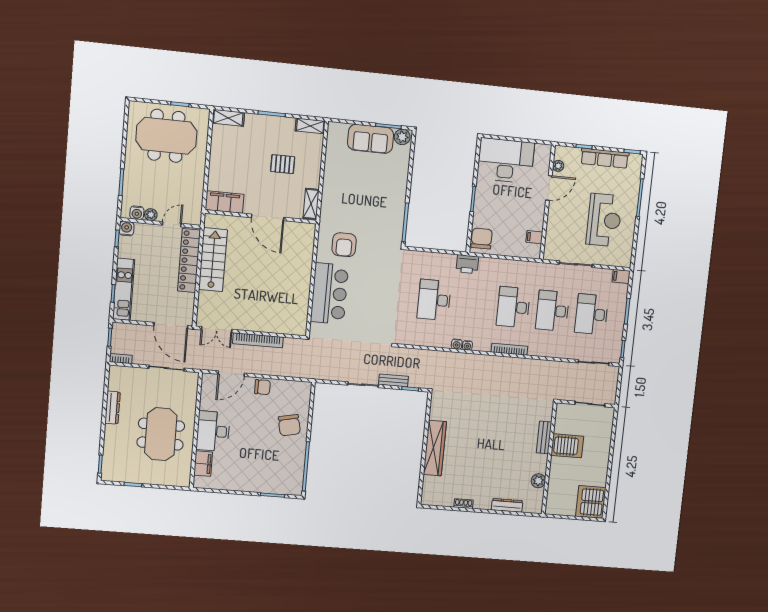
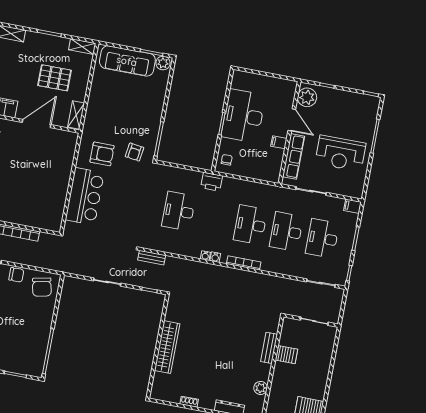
sofa: (371, 139) -> (127, 61), width x1.36
row of seats: (605, 158) -> (294, 156), moved, turned -90
desk: (506, 161) -> (243, 116), moved, turned -90
pallet: (283, 164) -> (55, 78), width x1.50, depth x1.42
plant: (558, 166) -> (307, 97), width x1.88, depth x1.88
door: (549, 188) -> (292, 120), hinge flipped
door: (268, 217) -> (37, 124), swing flipped
reception desk: (604, 220) -> (340, 153), turned 90
filing cabinet: (534, 237) -> (279, 142), moved
chair: (482, 238) -> (227, 160), width x0.54, depth x0.54
armchair: (380, 239) -> (135, 152), added
armchair: (344, 245) -> (102, 154), turned -90
water cooler: (457, 344) -> (215, 257), moved
bench: (393, 380) -> (152, 258), moved
chair: (289, 425) -> (42, 287), moved
server rack: (567, 446) -> (286, 355), width x0.73, depth x0.70

